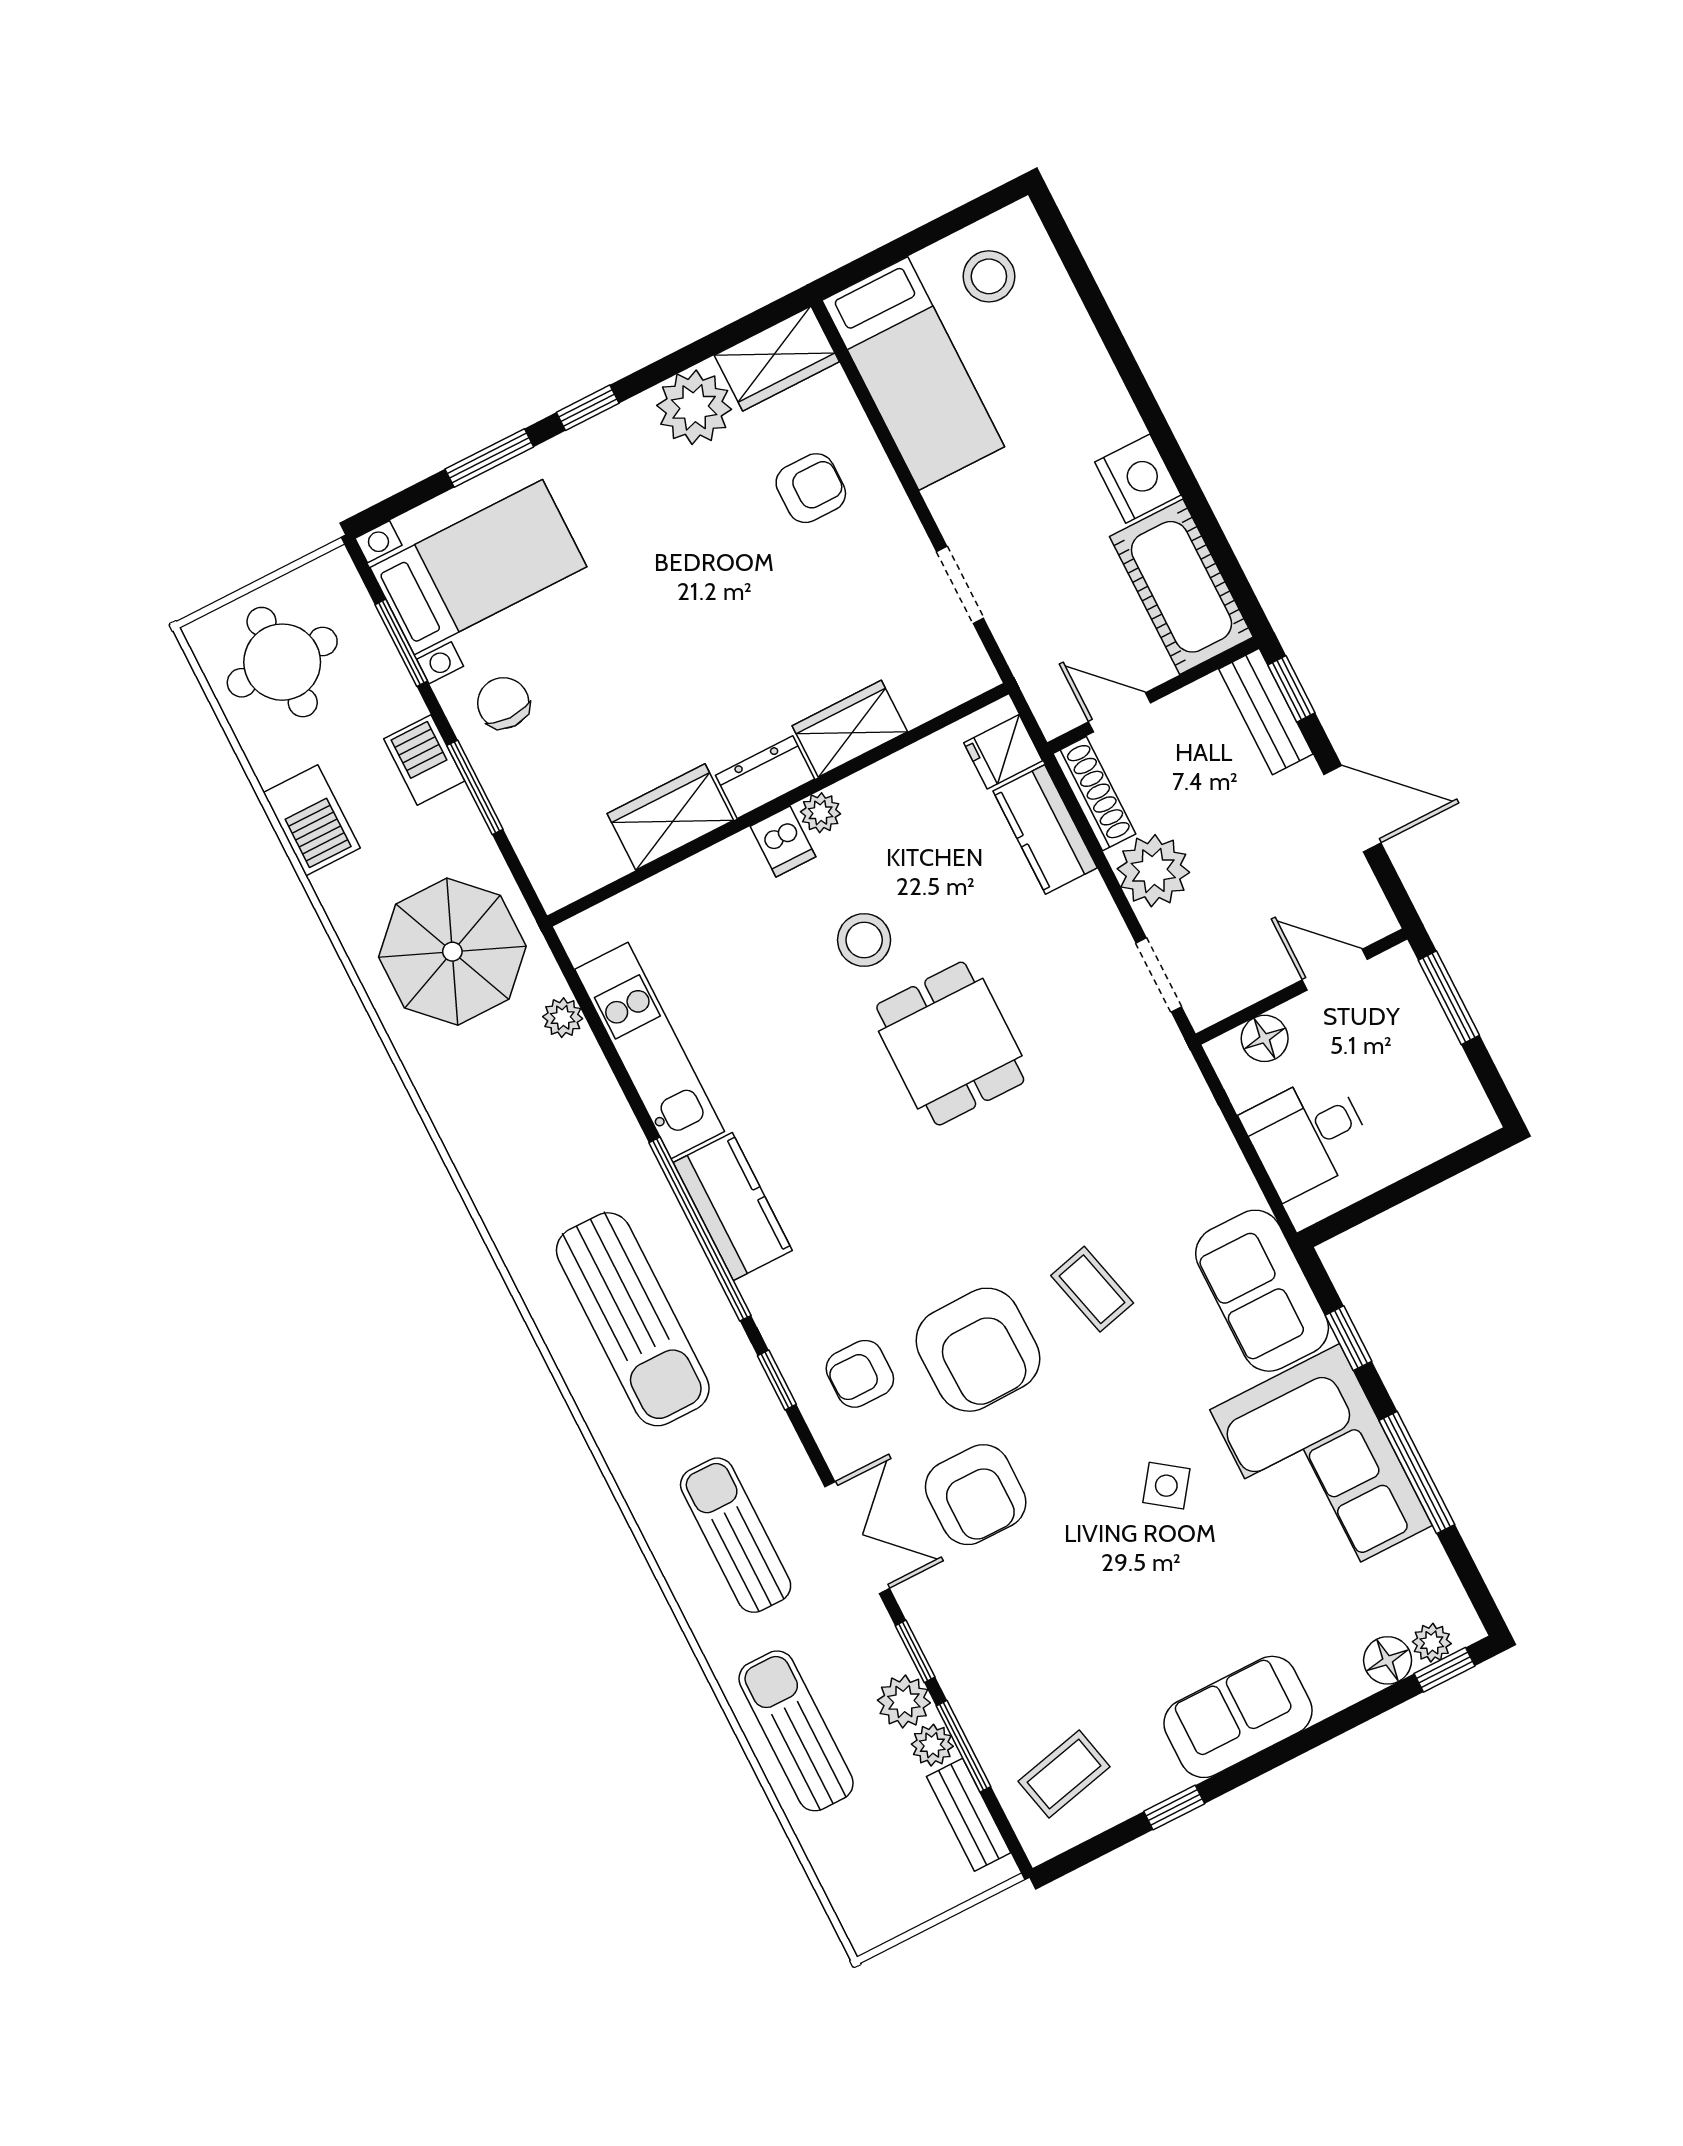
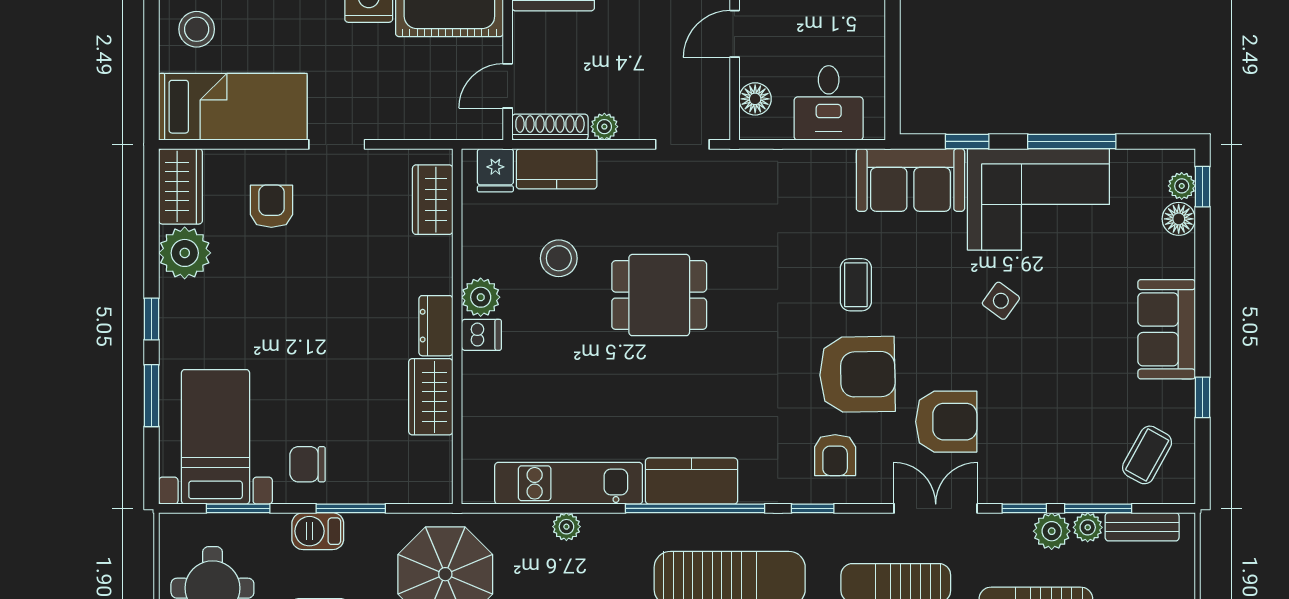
doorway: (960, 585) -> (337, 144), moved
wardrobe: (850, 729) -> (433, 200), moved
plant: (821, 813) -> (481, 297), width x1.38, depth x1.38
plant: (1153, 871) -> (604, 127), width x0.53, depth x0.53
stool: (864, 940) -> (559, 258), moved
plant: (563, 1018) -> (566, 527), moved
coffee table: (1092, 1289) -> (856, 285), turned -76
coffee table: (1064, 1774) -> (1147, 455), turned 42

